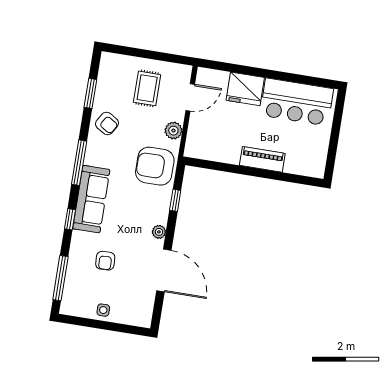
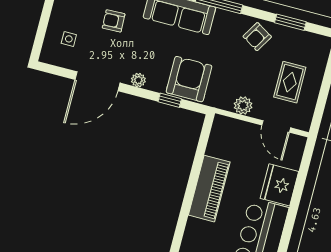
rug: (147, 88) -> (290, 82), turned 90
piano: (262, 159) -> (209, 189), width x1.37, depth x1.33
armchair: (155, 166) -> (189, 79), moved
side table: (103, 310) -> (69, 39), moved

